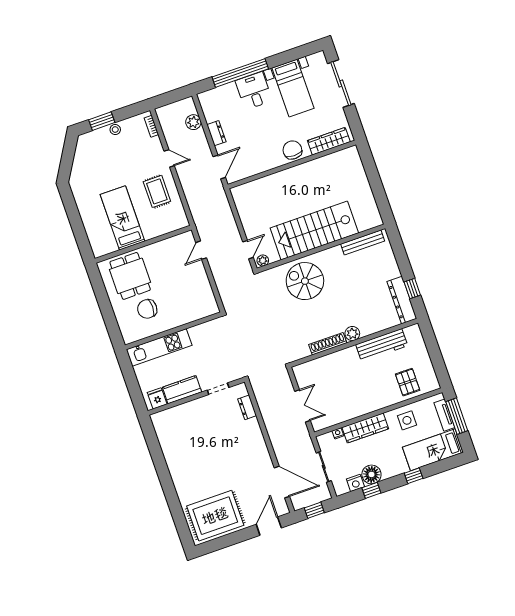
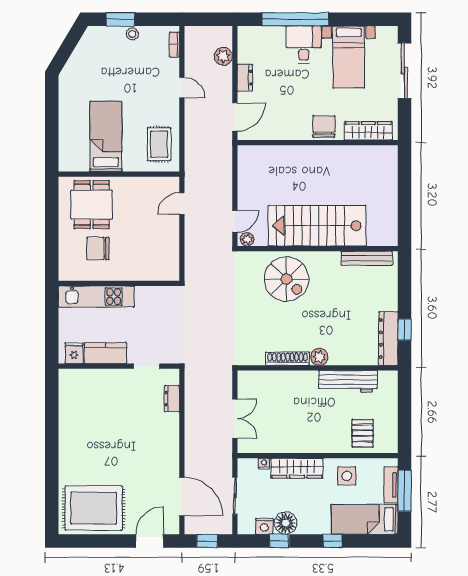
rug: (157, 191) -> (159, 144), moved
spiral stairs: (305, 281) -> (287, 279), turned 180

